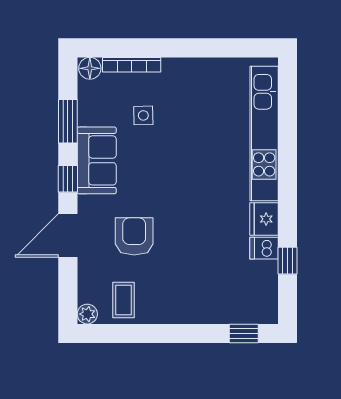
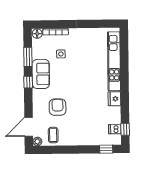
door: (68, 235) -> (29, 127), moved
dishwasher: (264, 248) -> (115, 129), moved
window: (287, 261) -> (125, 129), moved

